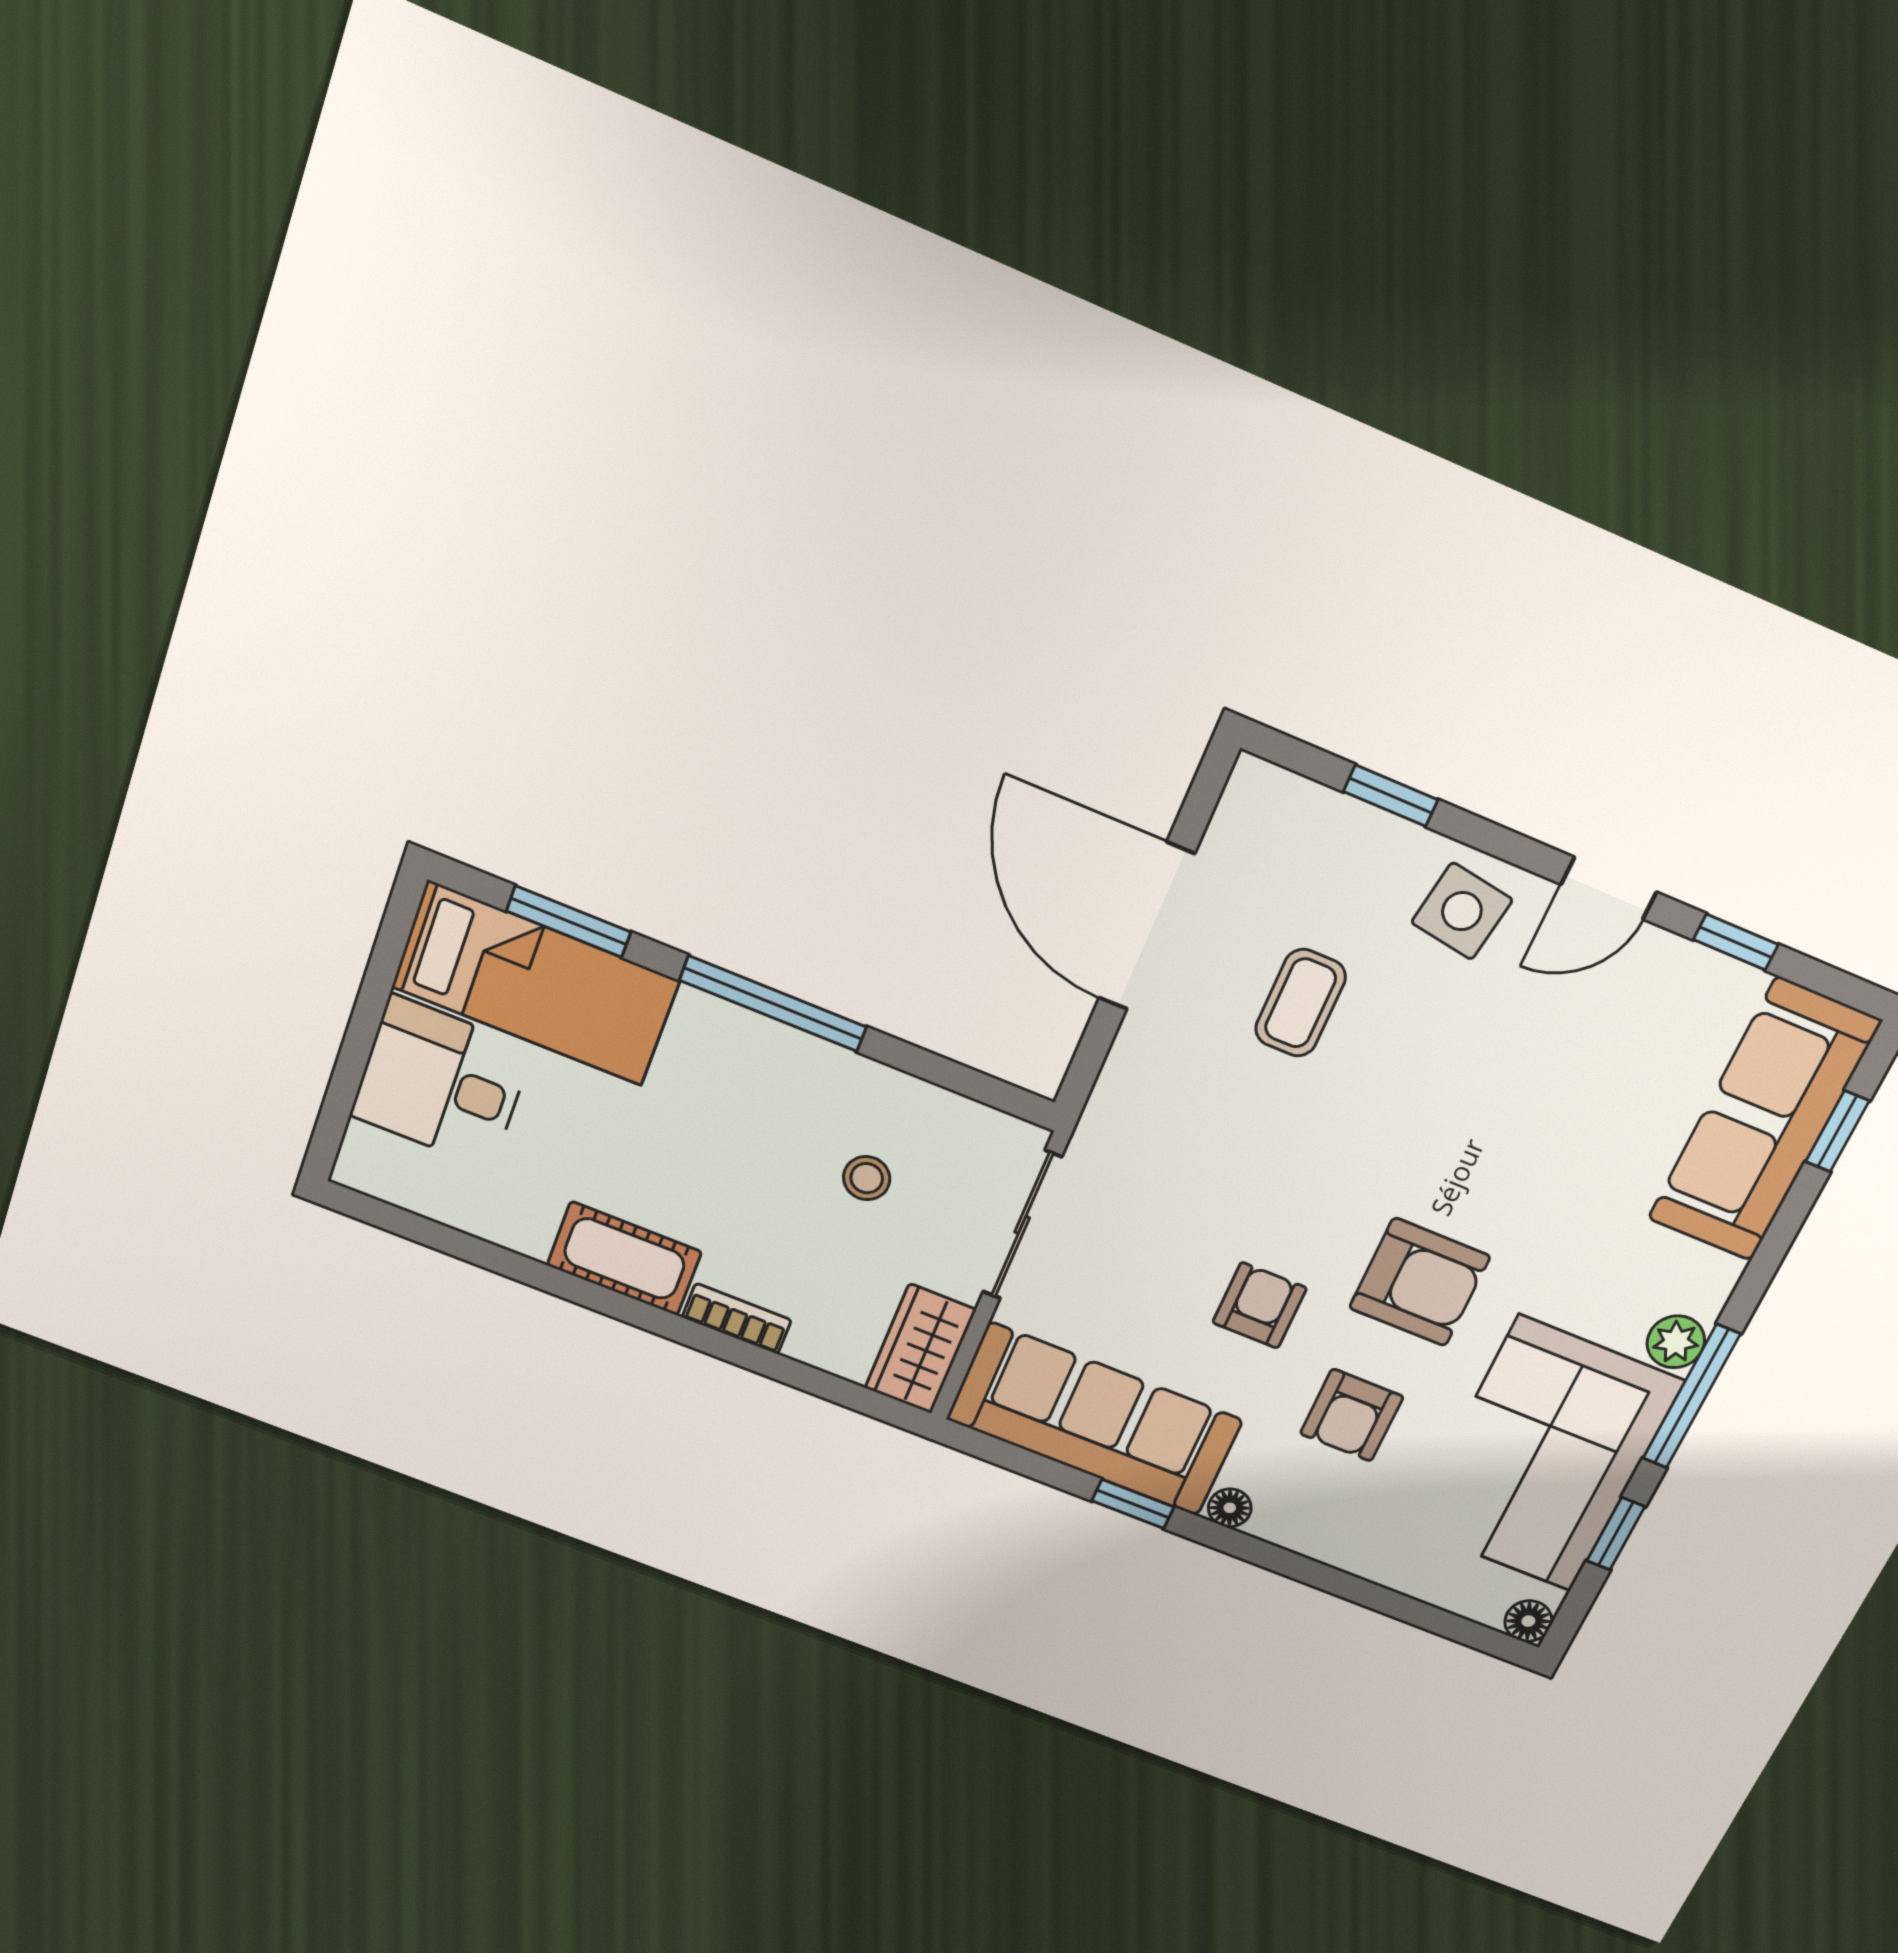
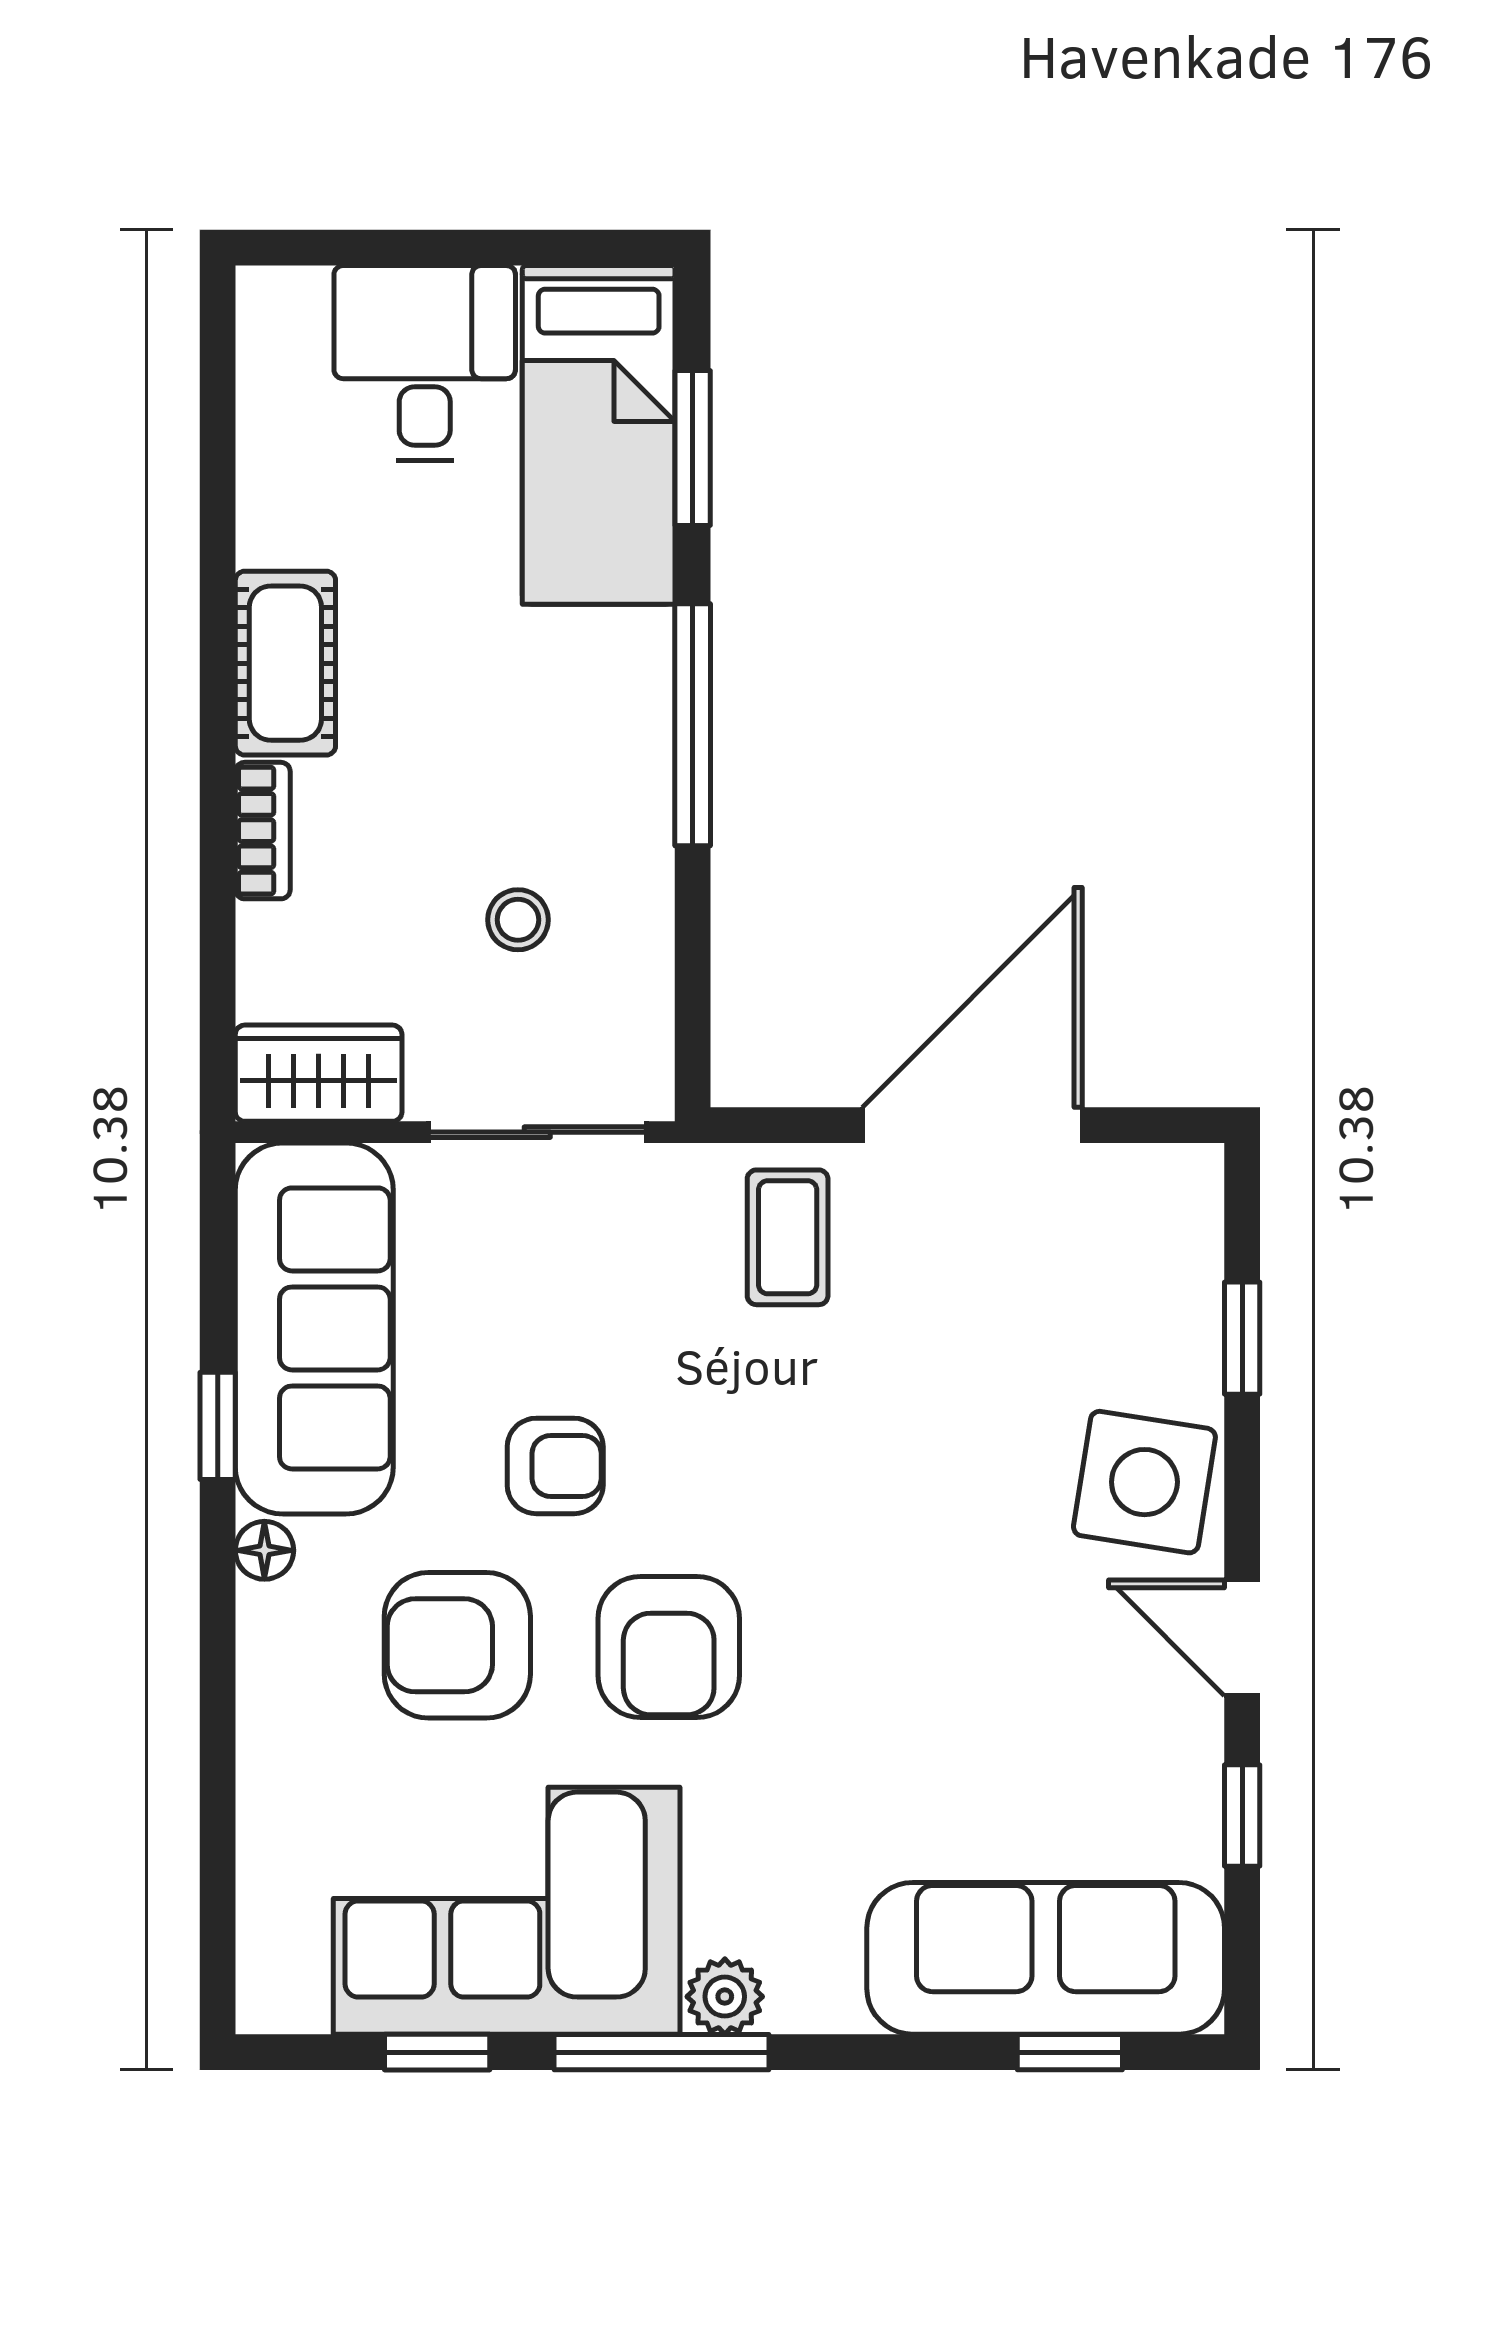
side table: (1462, 911) -> (1144, 1482), width x1.37, depth x1.37
coffee table: (1300, 1003) -> (788, 1237), moved, turned 90
armchair: (1352, 1415) -> (457, 1645), width x1.38, depth x1.38
floor lamp: (1528, 1621) -> (268, 2002), removed

